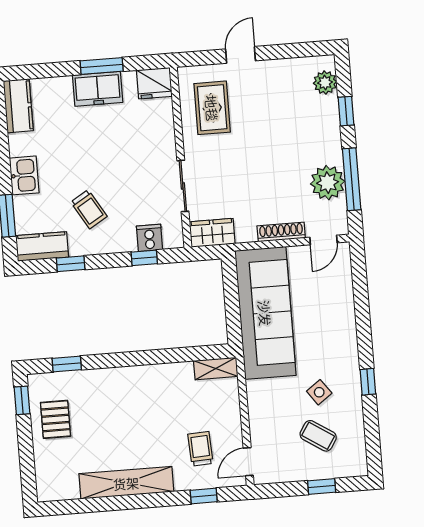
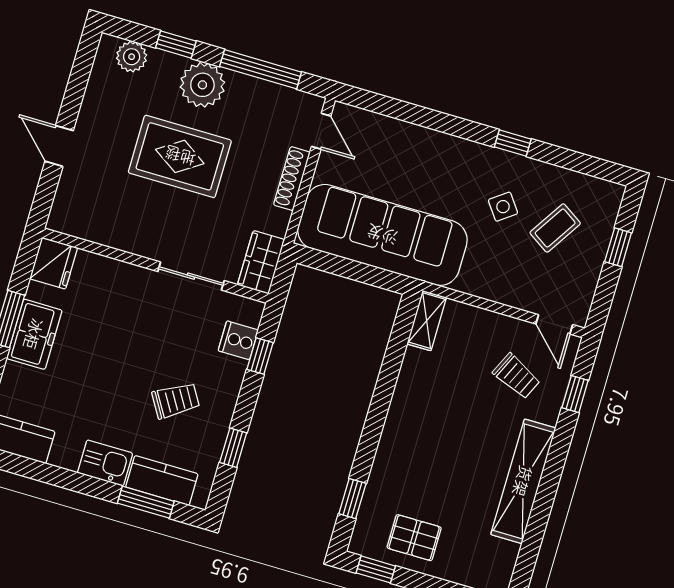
rug: (212, 108) -> (180, 156), moved, width x1.36, depth x1.43
plant: (328, 183) -> (202, 85), moved
kitchen counter: (42, 246) -> (162, 480), moved, turned 90
trolley: (200, 449) -> (517, 376), turned -152

